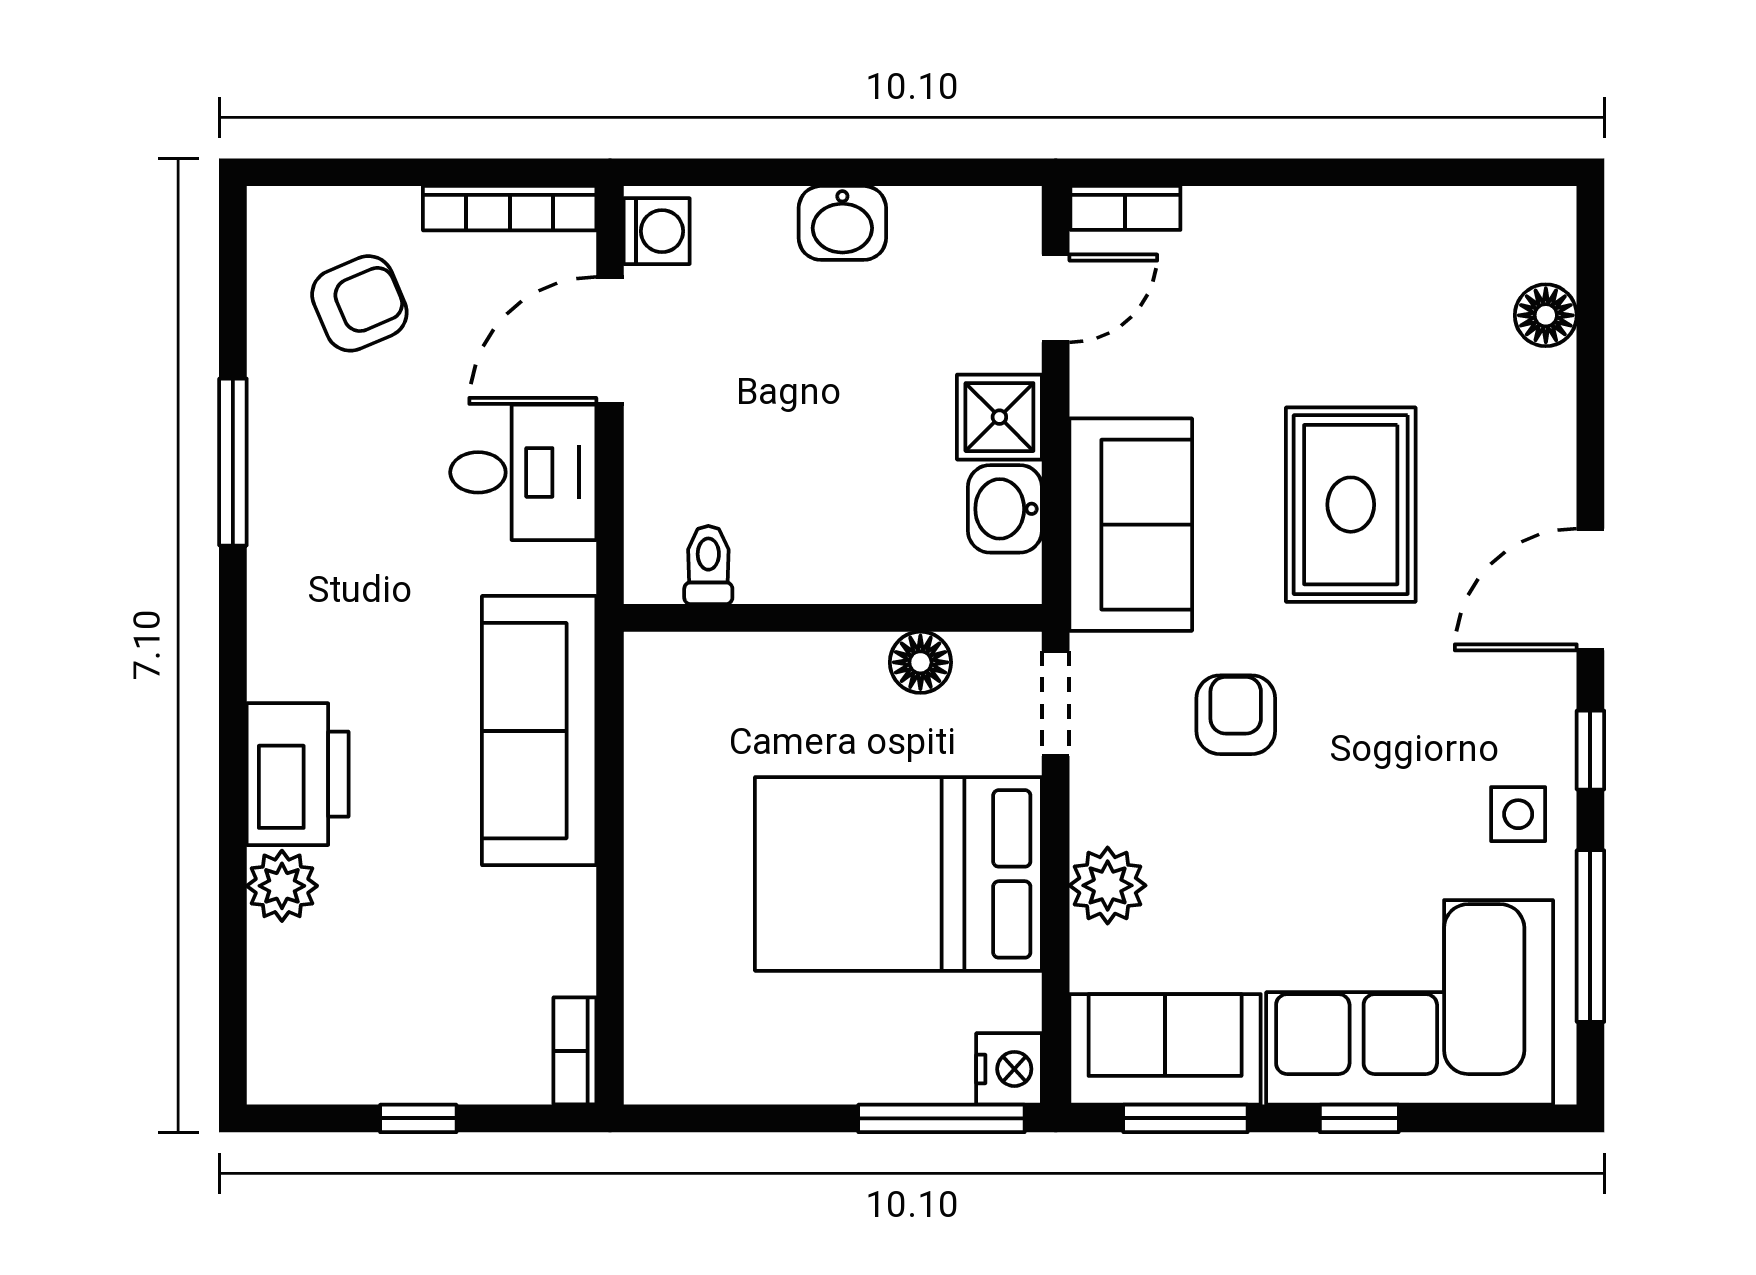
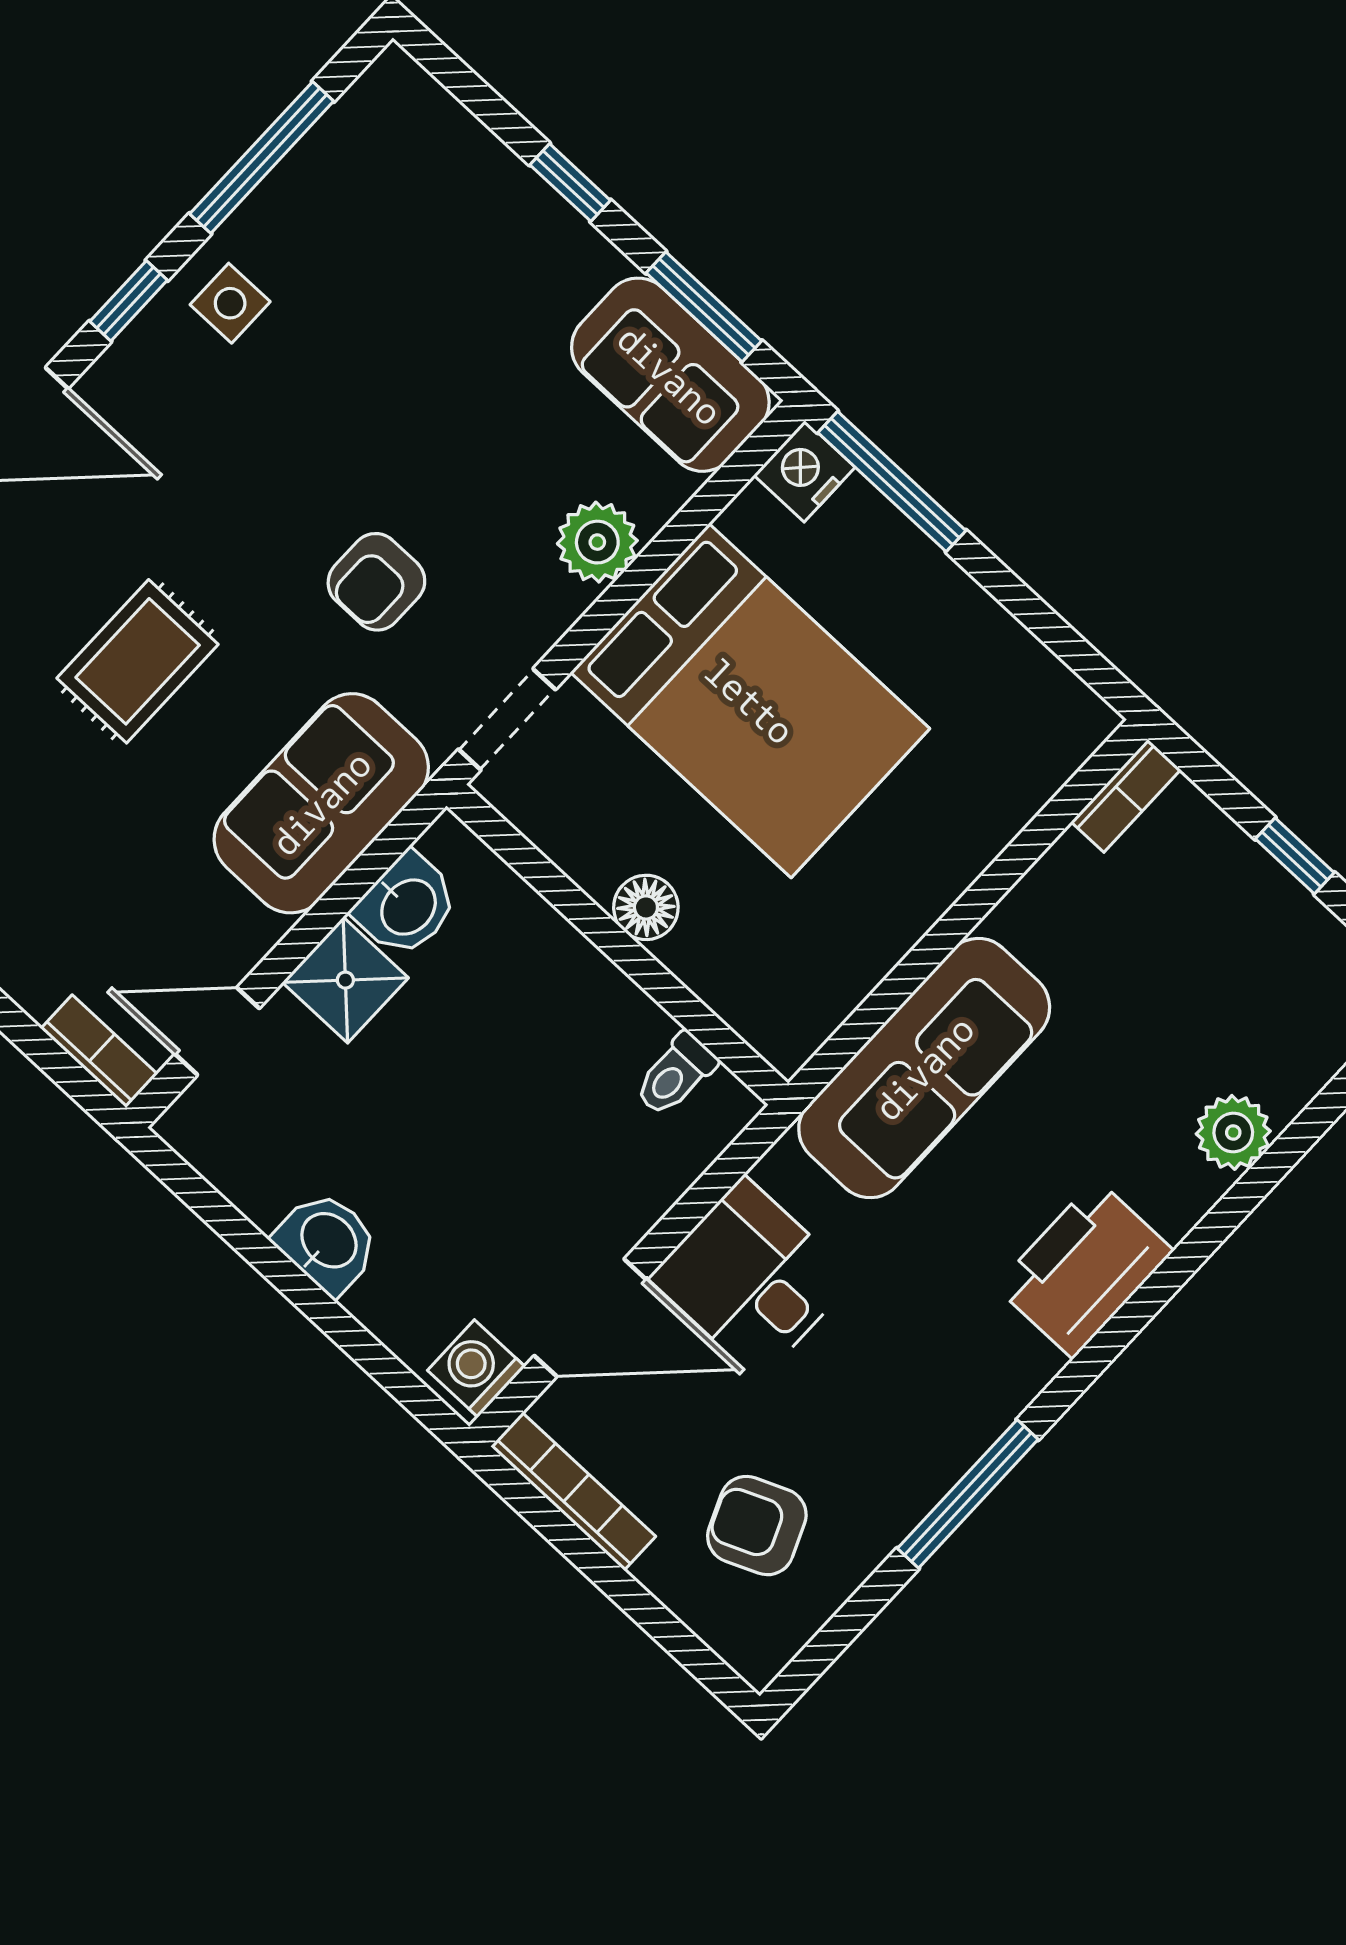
rug: (1351, 505) -> (138, 661), width x0.73, depth x0.70
floor lamp: (920, 662) -> (646, 907), moved
printer: (298, 774) -> (1084, 1269), moved
corner sofa: (1410, 1002) -> (448, 236), removed

